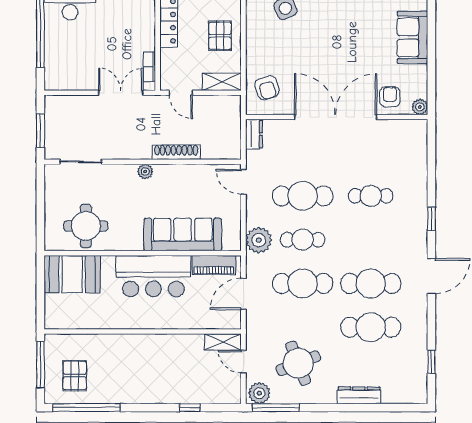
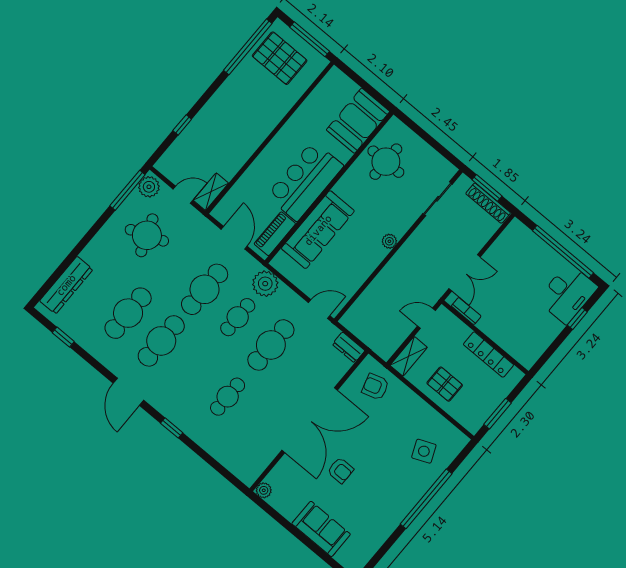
armchair: (390, 97) -> (340, 470), moved
shoe rack: (176, 152) -> (488, 203), moved, turned 90
pallet: (75, 376) -> (280, 58), width x1.50, depth x1.42
dresser: (359, 395) -> (66, 285), moved, width x1.37, depth x1.24

